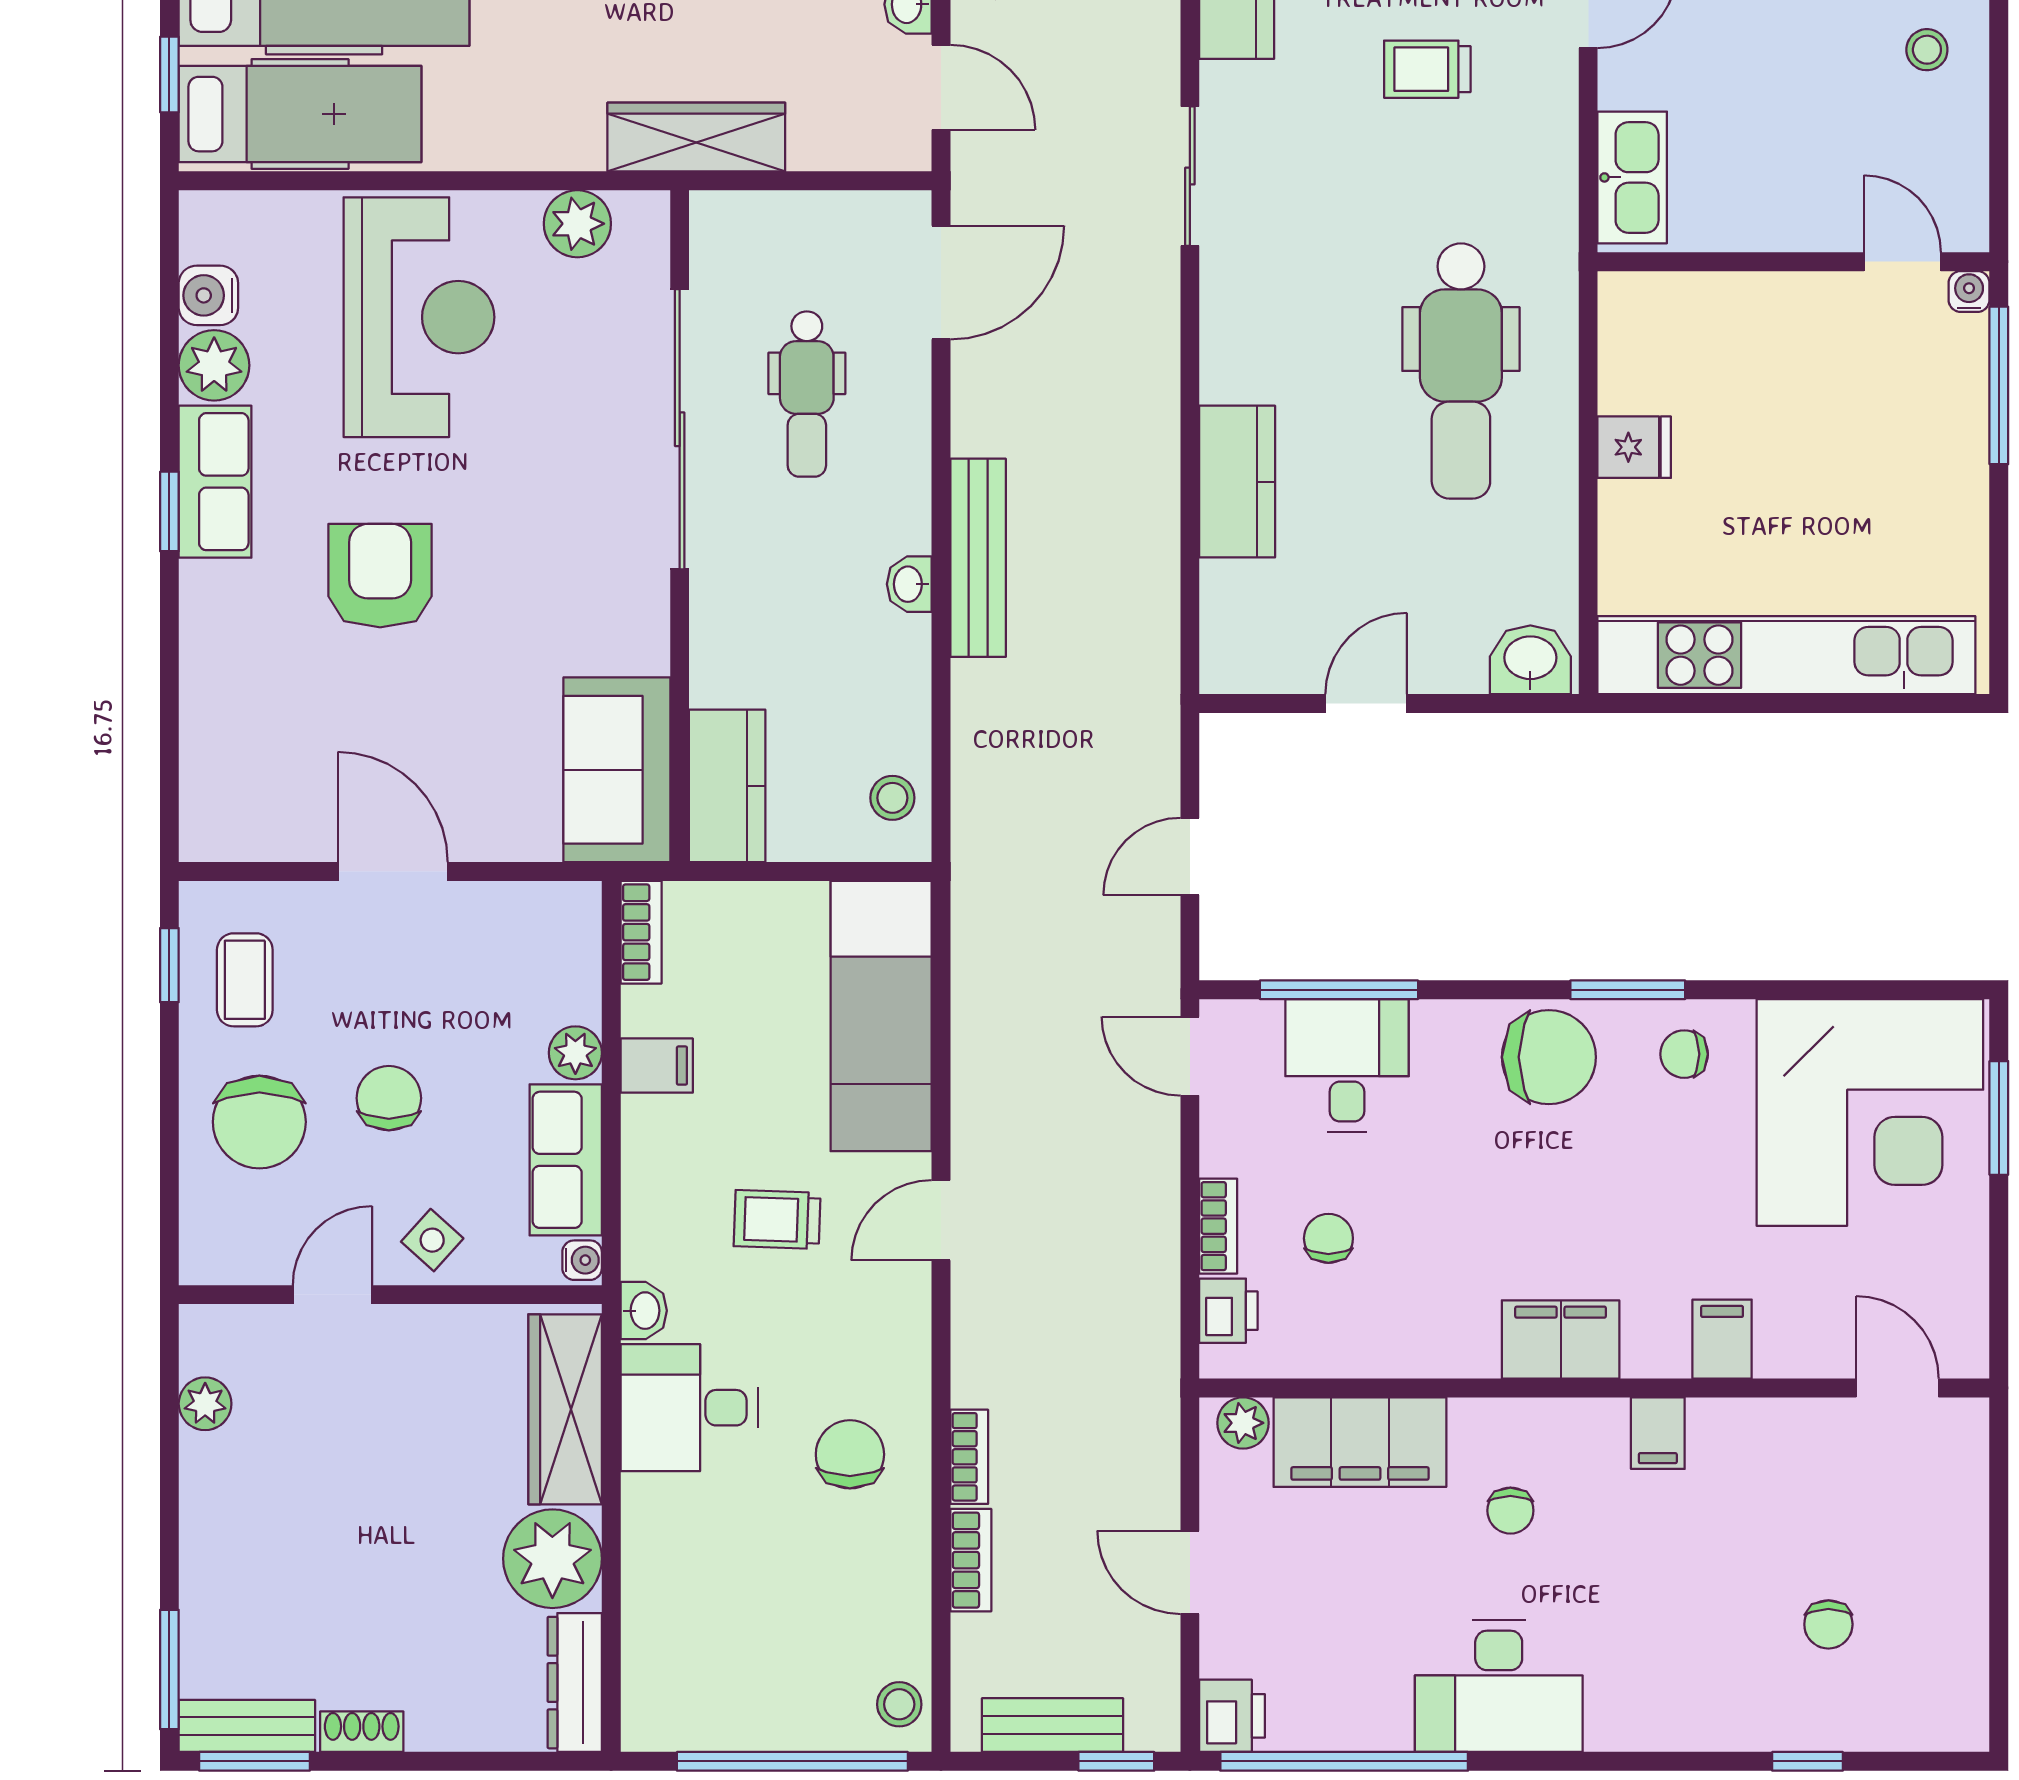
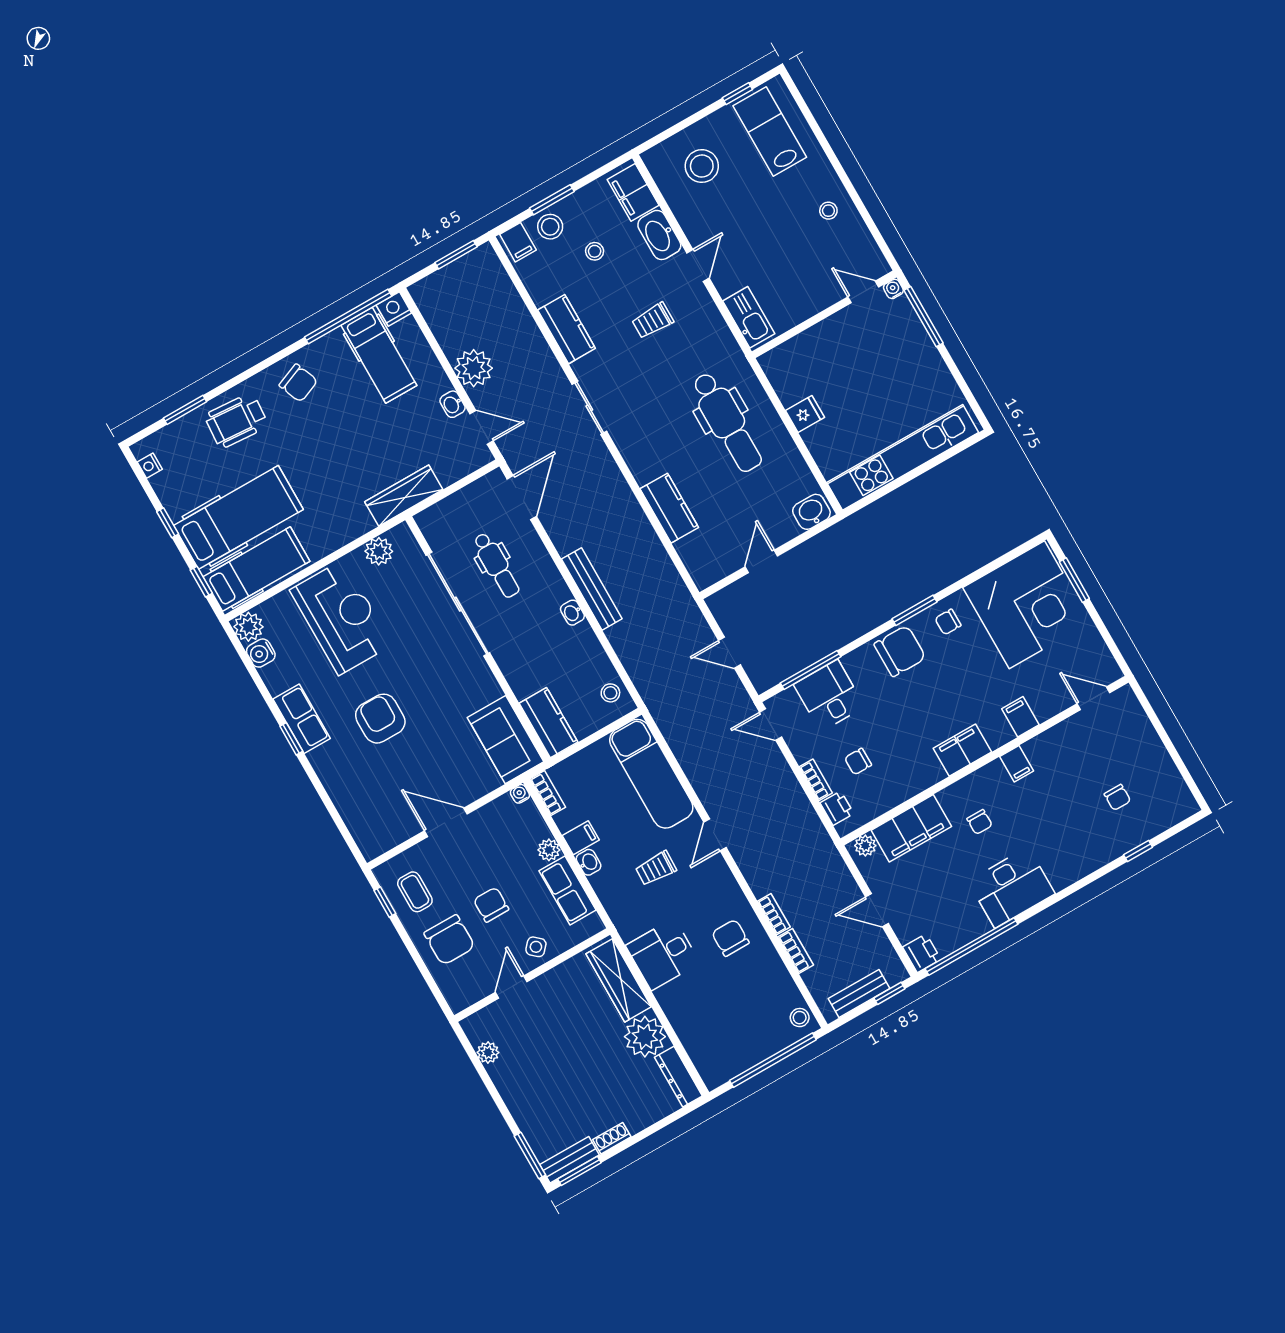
plant: (214, 365) -> (248, 627), moved
door: (1190, 856) -> (729, 653), hinge flipped
chair: (1328, 1238) -> (858, 762), turned -90
water cooler: (582, 1260) -> (520, 794), moved, turned -90
washbasin: (644, 1311) -> (589, 862), moved

